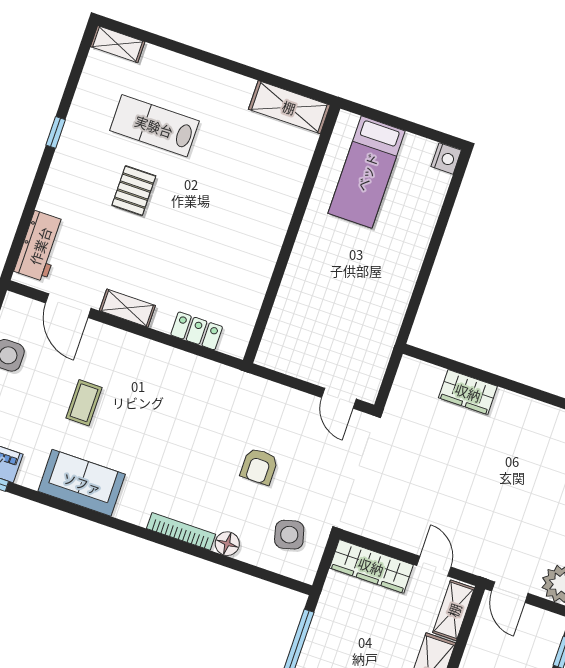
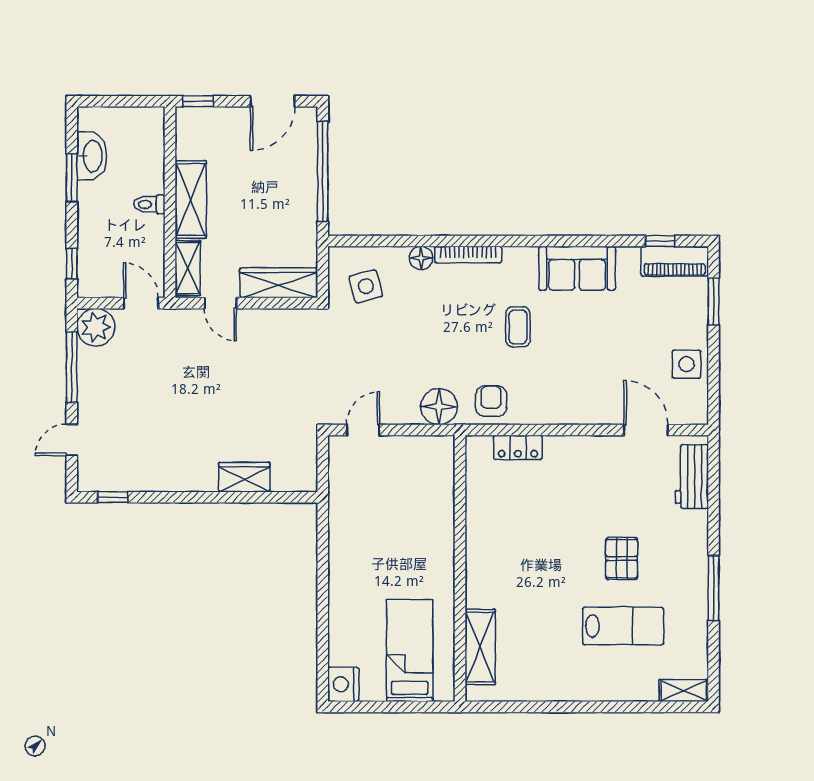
shelving: (289, 107) -> (480, 647), moved, turned 90
window: (56, 132) -> (714, 588), width x2.17
nightstand: (446, 158) -> (343, 684), width x1.36, depth x1.33
shelving: (127, 308) -> (590, 447), removed
floor lamp: (259, 396) -> (439, 407), added
door: (339, 398) -> (363, 430), hinge flipped
coffee table: (84, 403) -> (518, 327), moved
armchair: (259, 466) -> (491, 401), moved

